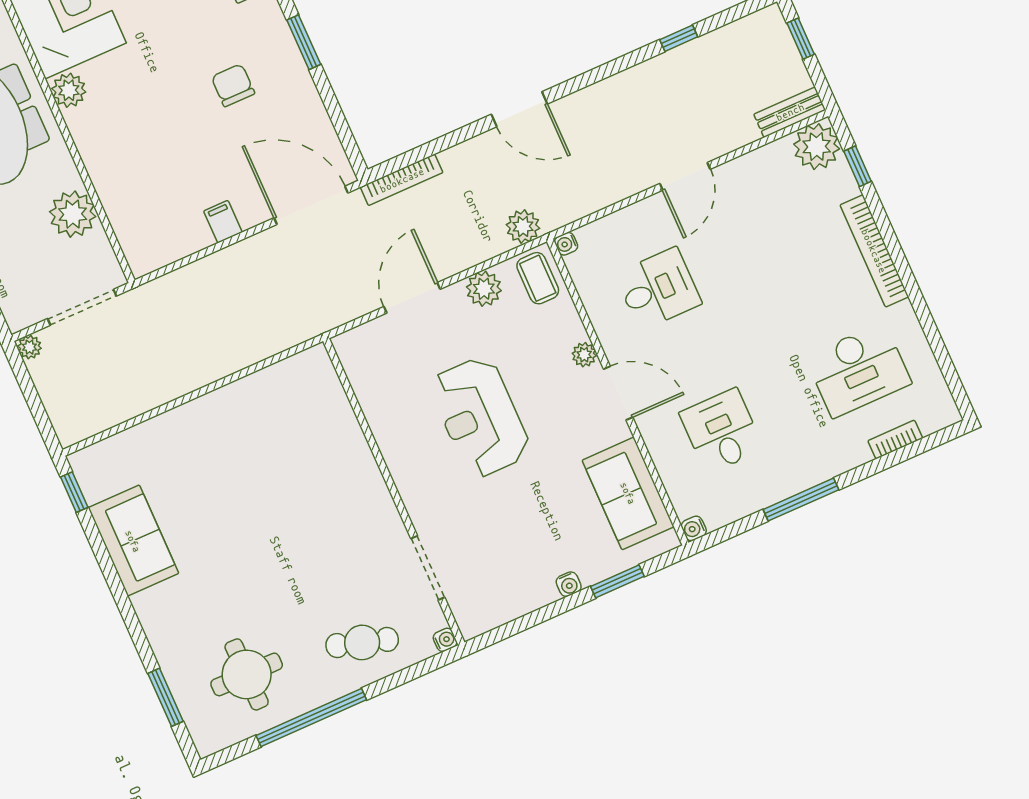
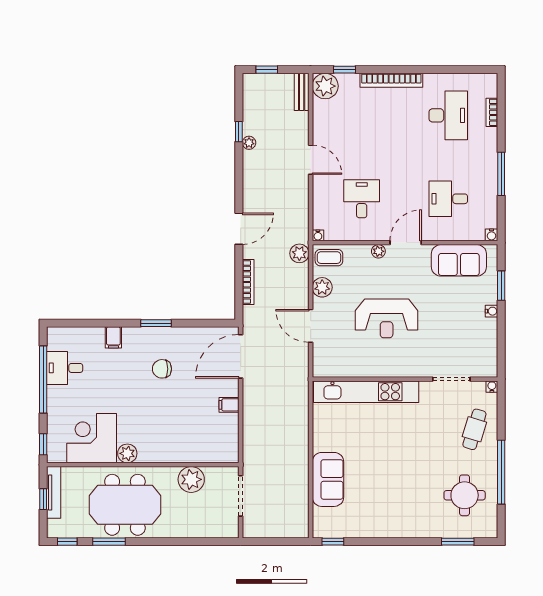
bookcase: (402, 180) -> (248, 282), moved
plant: (30, 347) -> (249, 143), moved
kitchen unit: (345, 437) -> (366, 392), added
sofa: (133, 541) -> (328, 479), moved, turned 90

